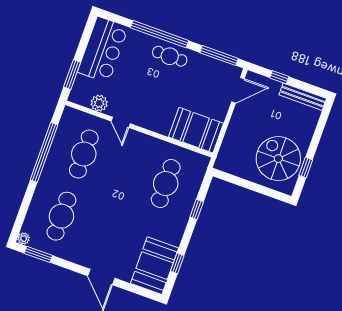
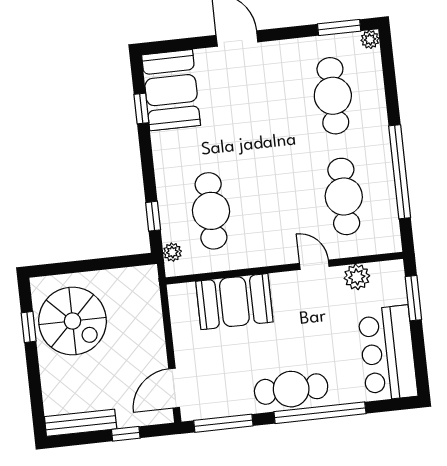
cafe table: (170, 56) -> (291, 389), width x1.37, depth x1.35
booth: (196, 130) -> (234, 302), moved
plant: (200, 170) -> (172, 252), added
window: (197, 209) -> (153, 216), moved

